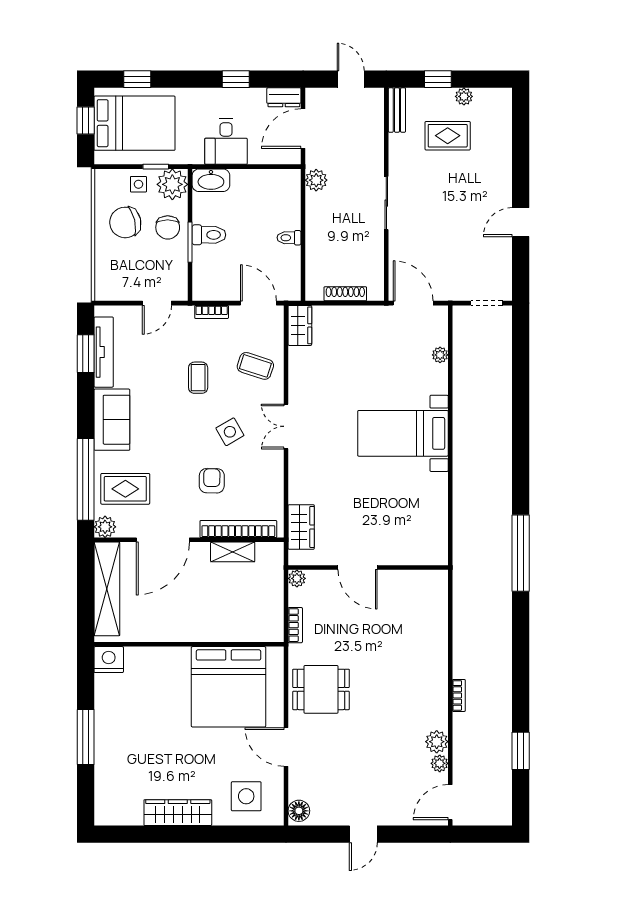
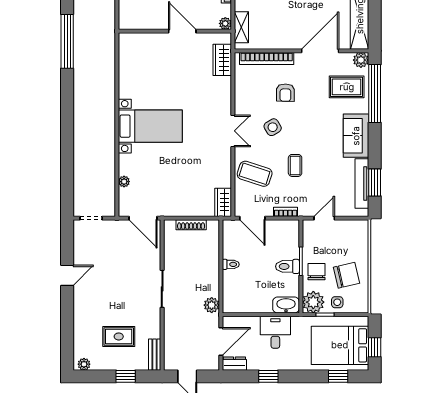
plant: (464, 96) -> (84, 364), moved
coffee table: (255, 366) -> (255, 174), width x1.36, depth x1.30
shelving: (233, 552) -> (241, 27), moved, turned 90

